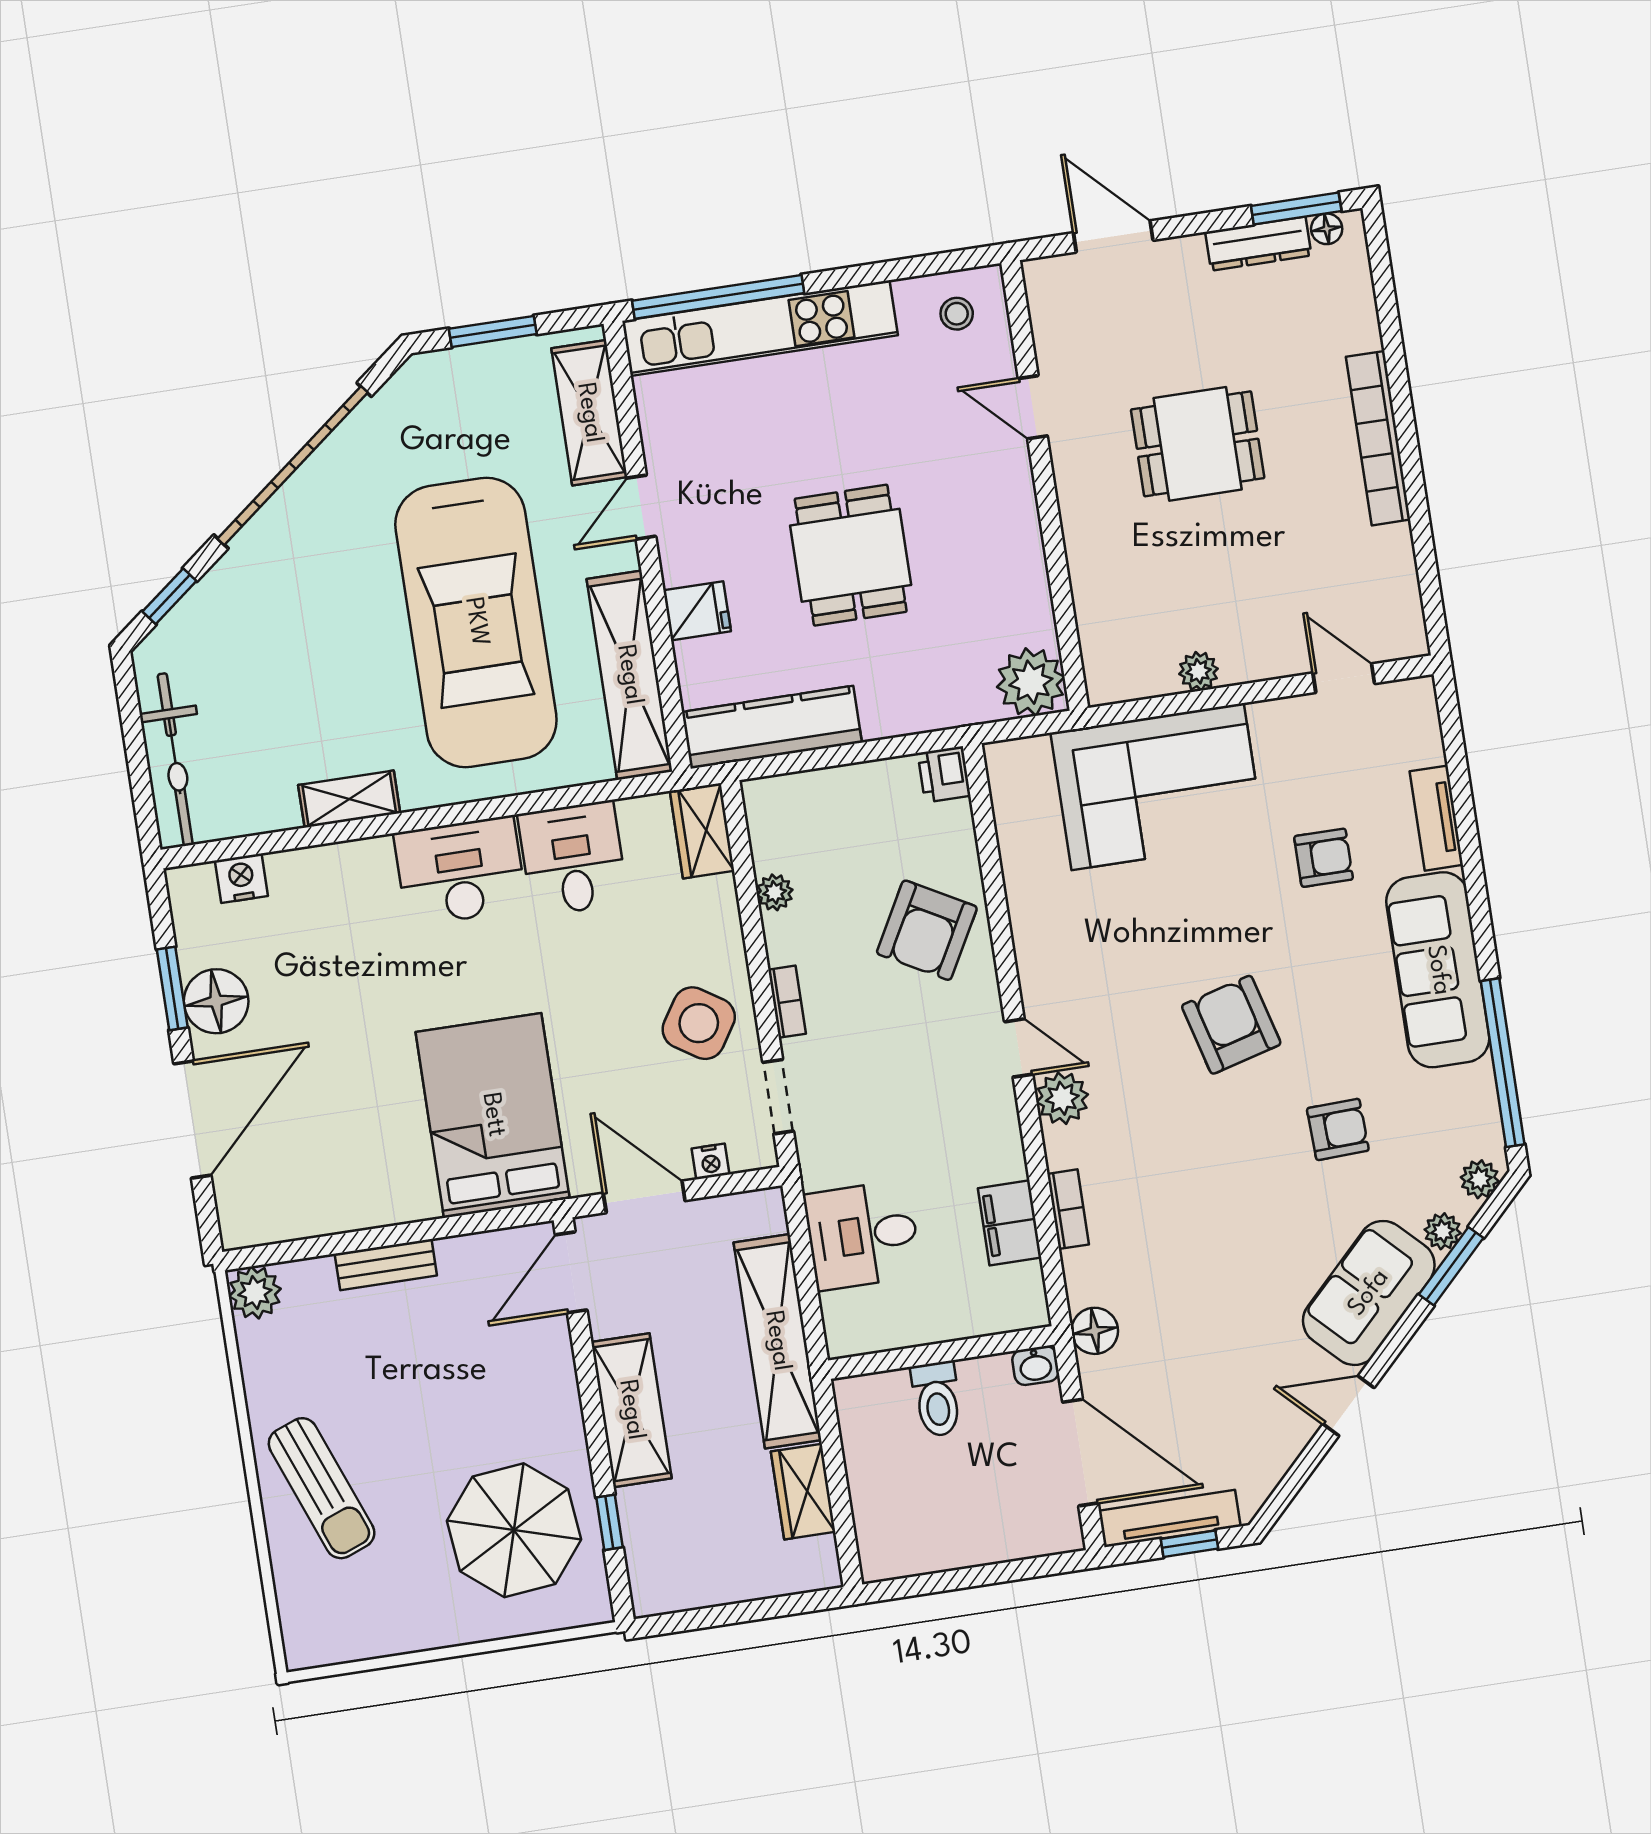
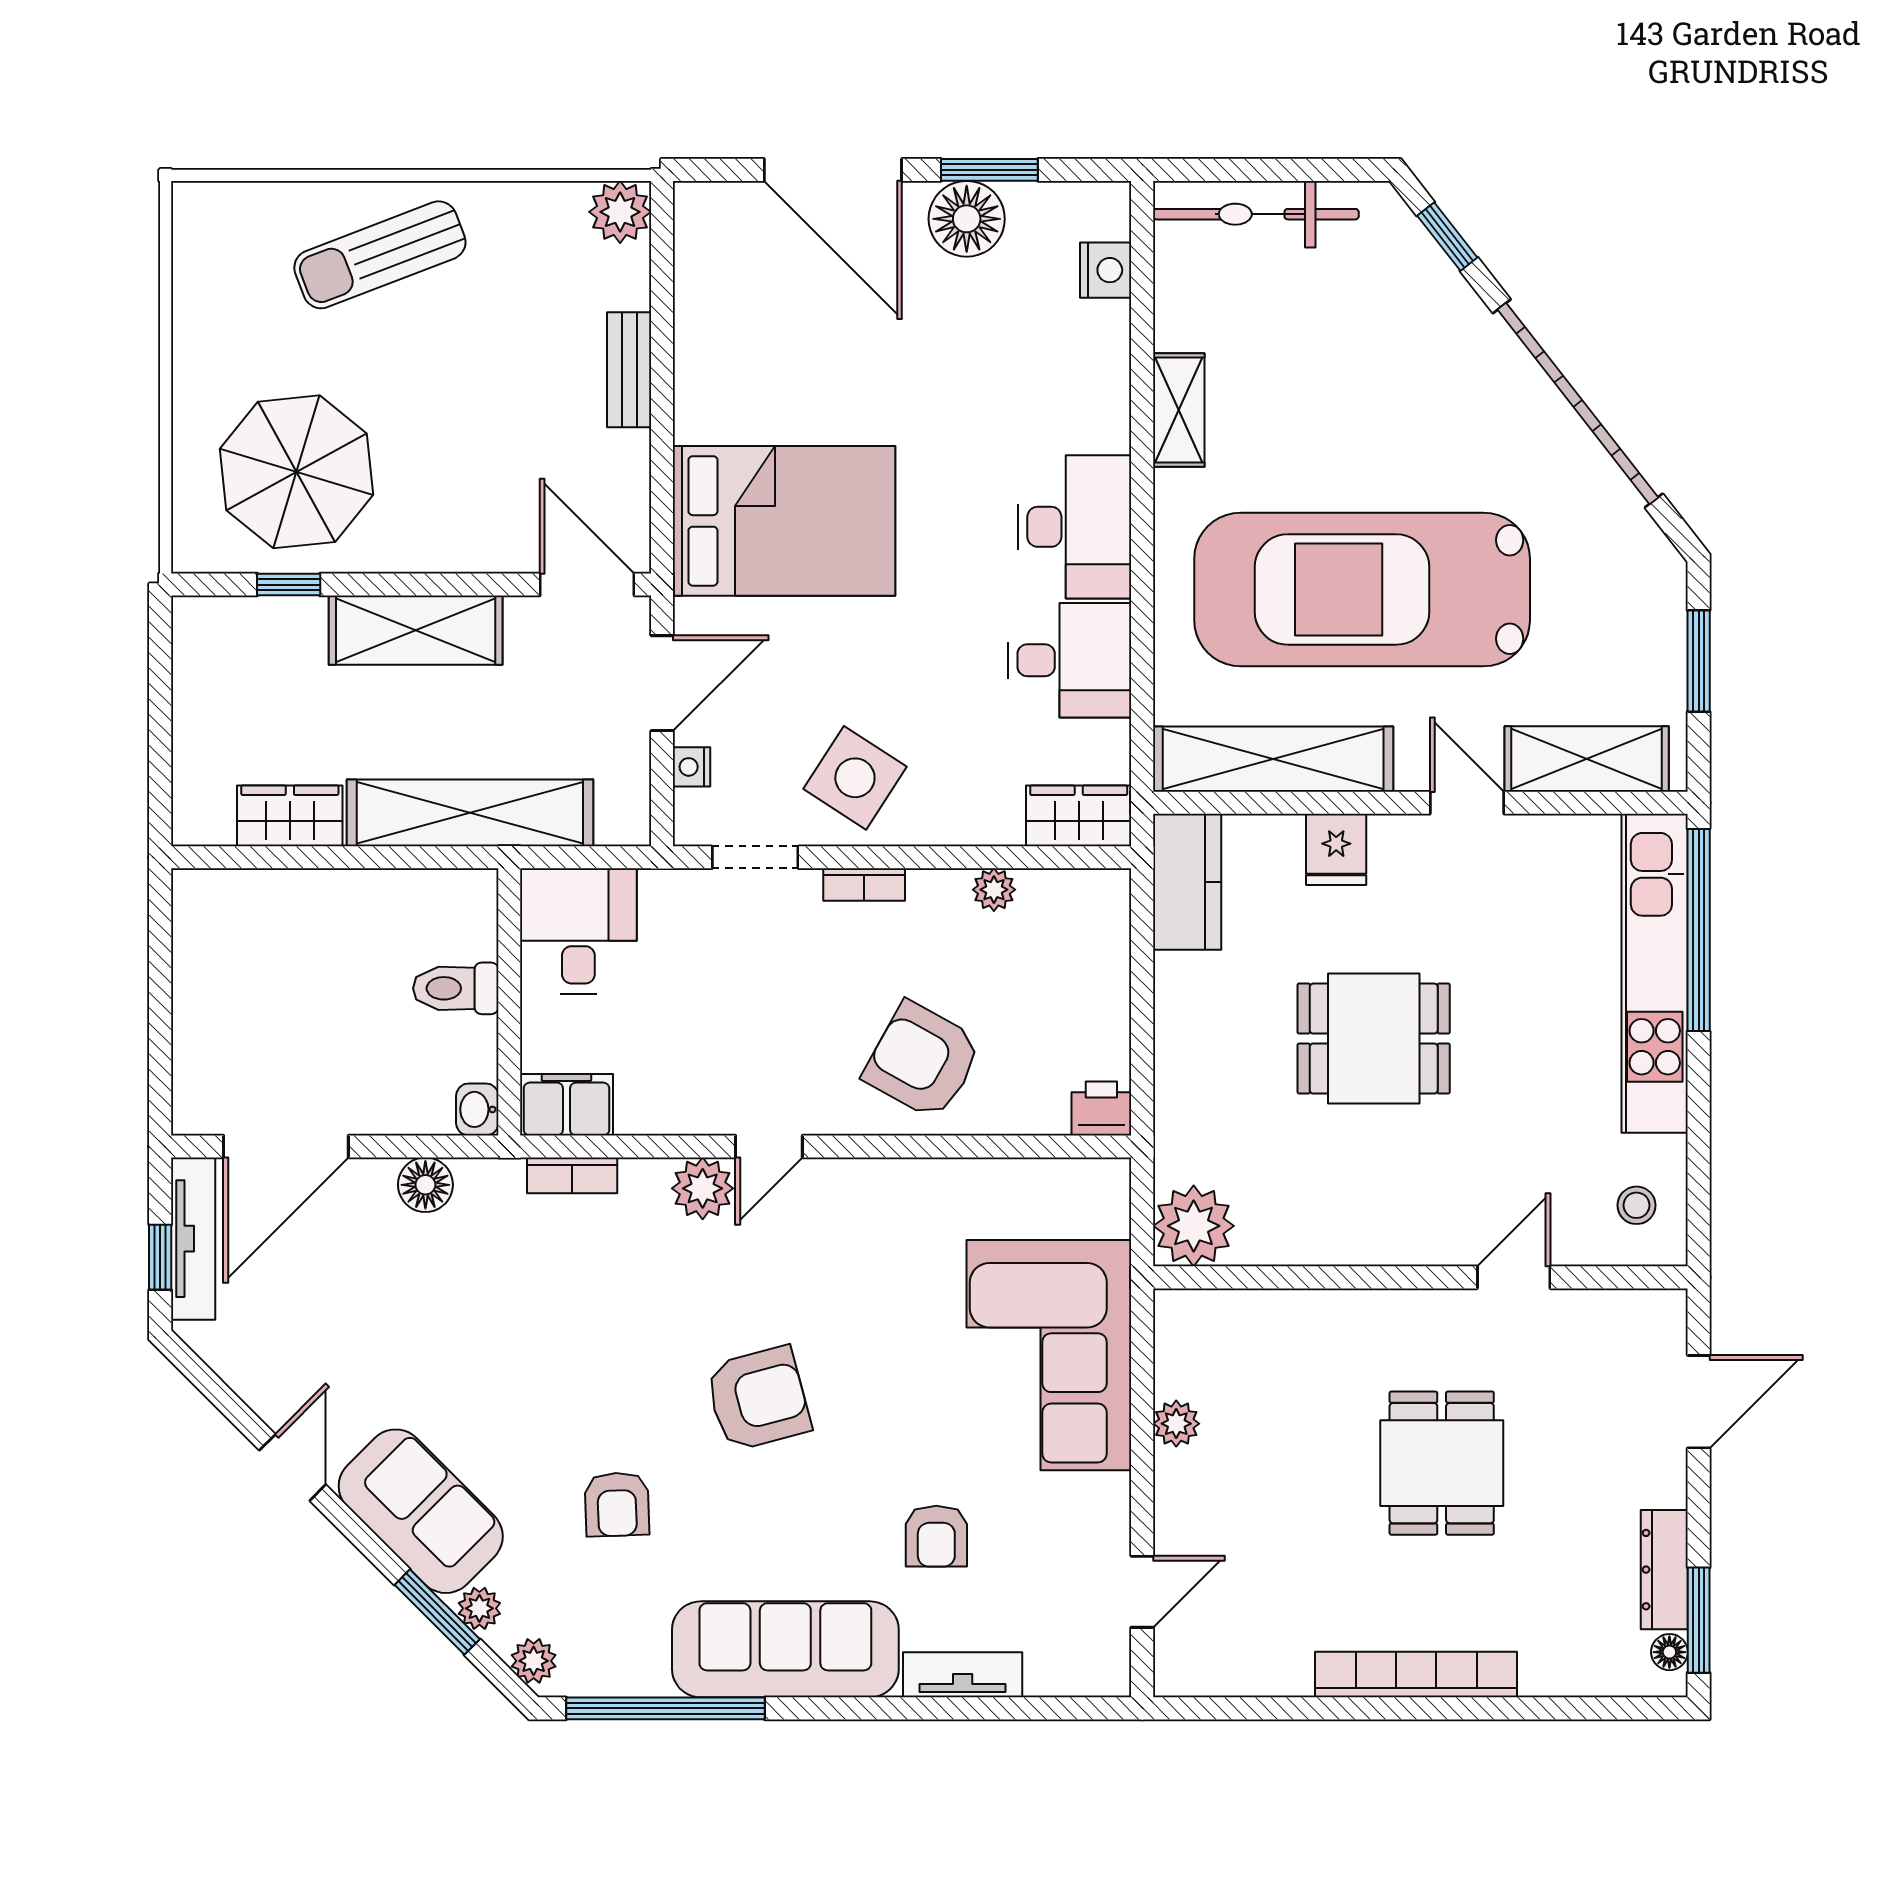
kitchen counter: (772, 727) -> (1187, 882), width x0.67
wall: (941, 1353) -> (509, 1002), moved
washbasin: (1035, 1366) -> (477, 1109), moved
toilet: (937, 1399) -> (456, 988), moved

